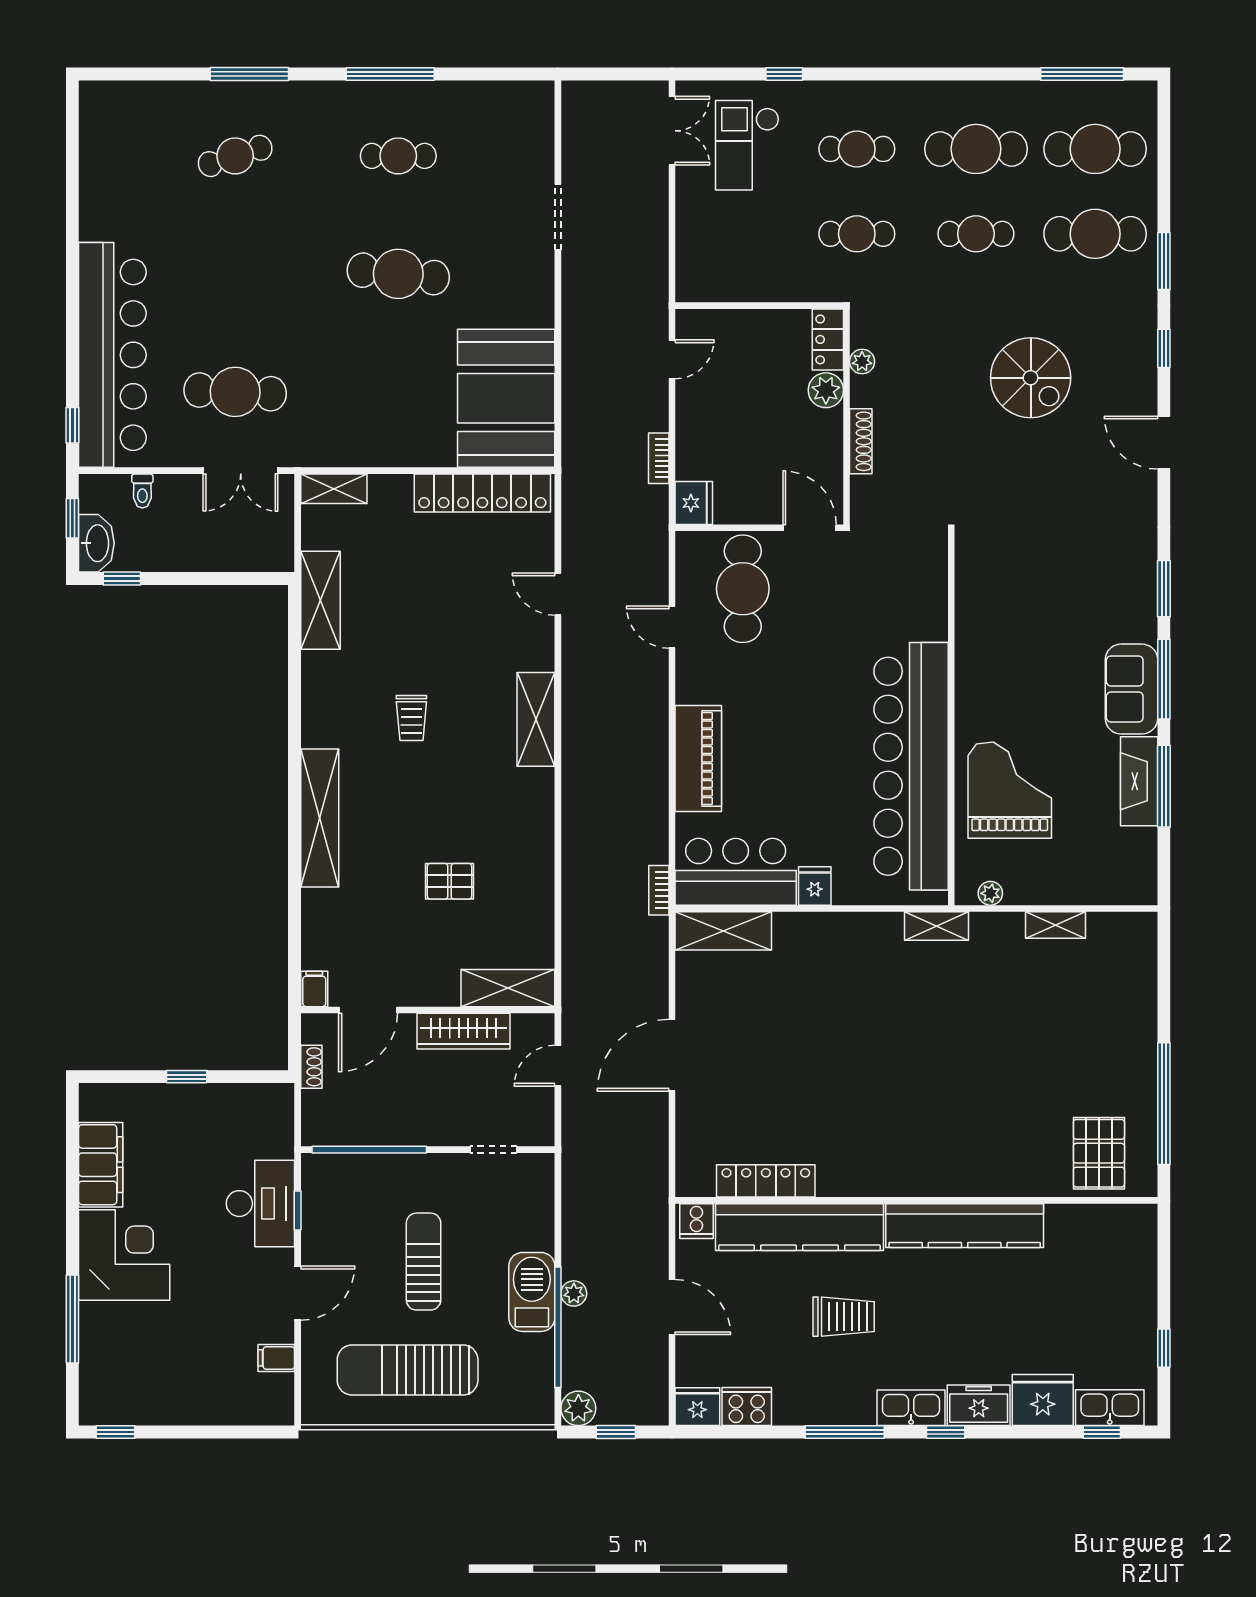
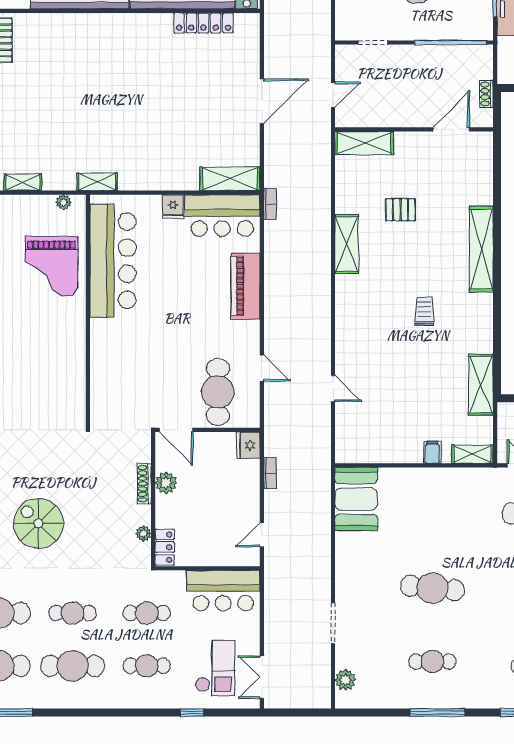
plant: (538, 126) -> (345, 680), added
bar counter: (734, 270) -> (223, 591), added
plant: (826, 390) -> (166, 483), moved
booth: (506, 398) -> (356, 499), width x0.73, depth x0.70
locker: (482, 493) -> (380, 452), removed
shelving: (536, 719) -> (347, 244), moved
bar counter: (911, 766) -> (113, 261), width x0.73
filing cabinet: (314, 989) -> (432, 452), moved, turned 180
wardrobe: (463, 1031) -> (392, 116), removed

